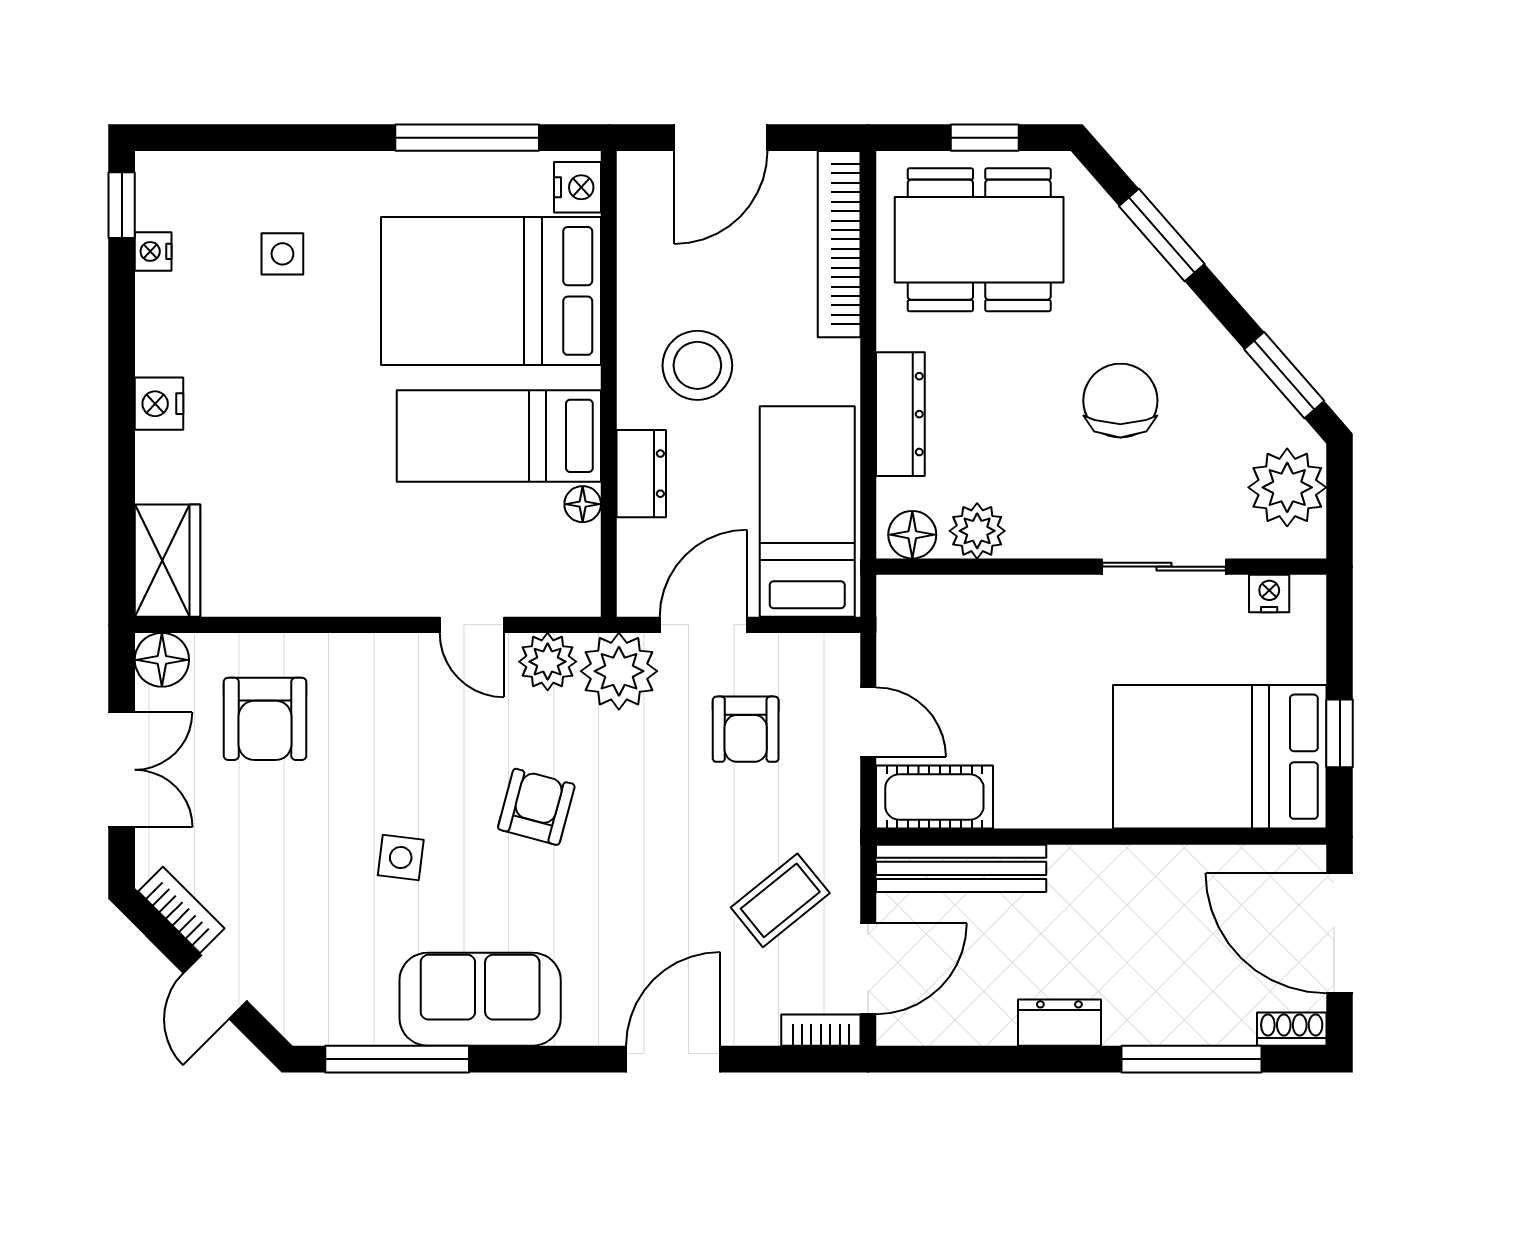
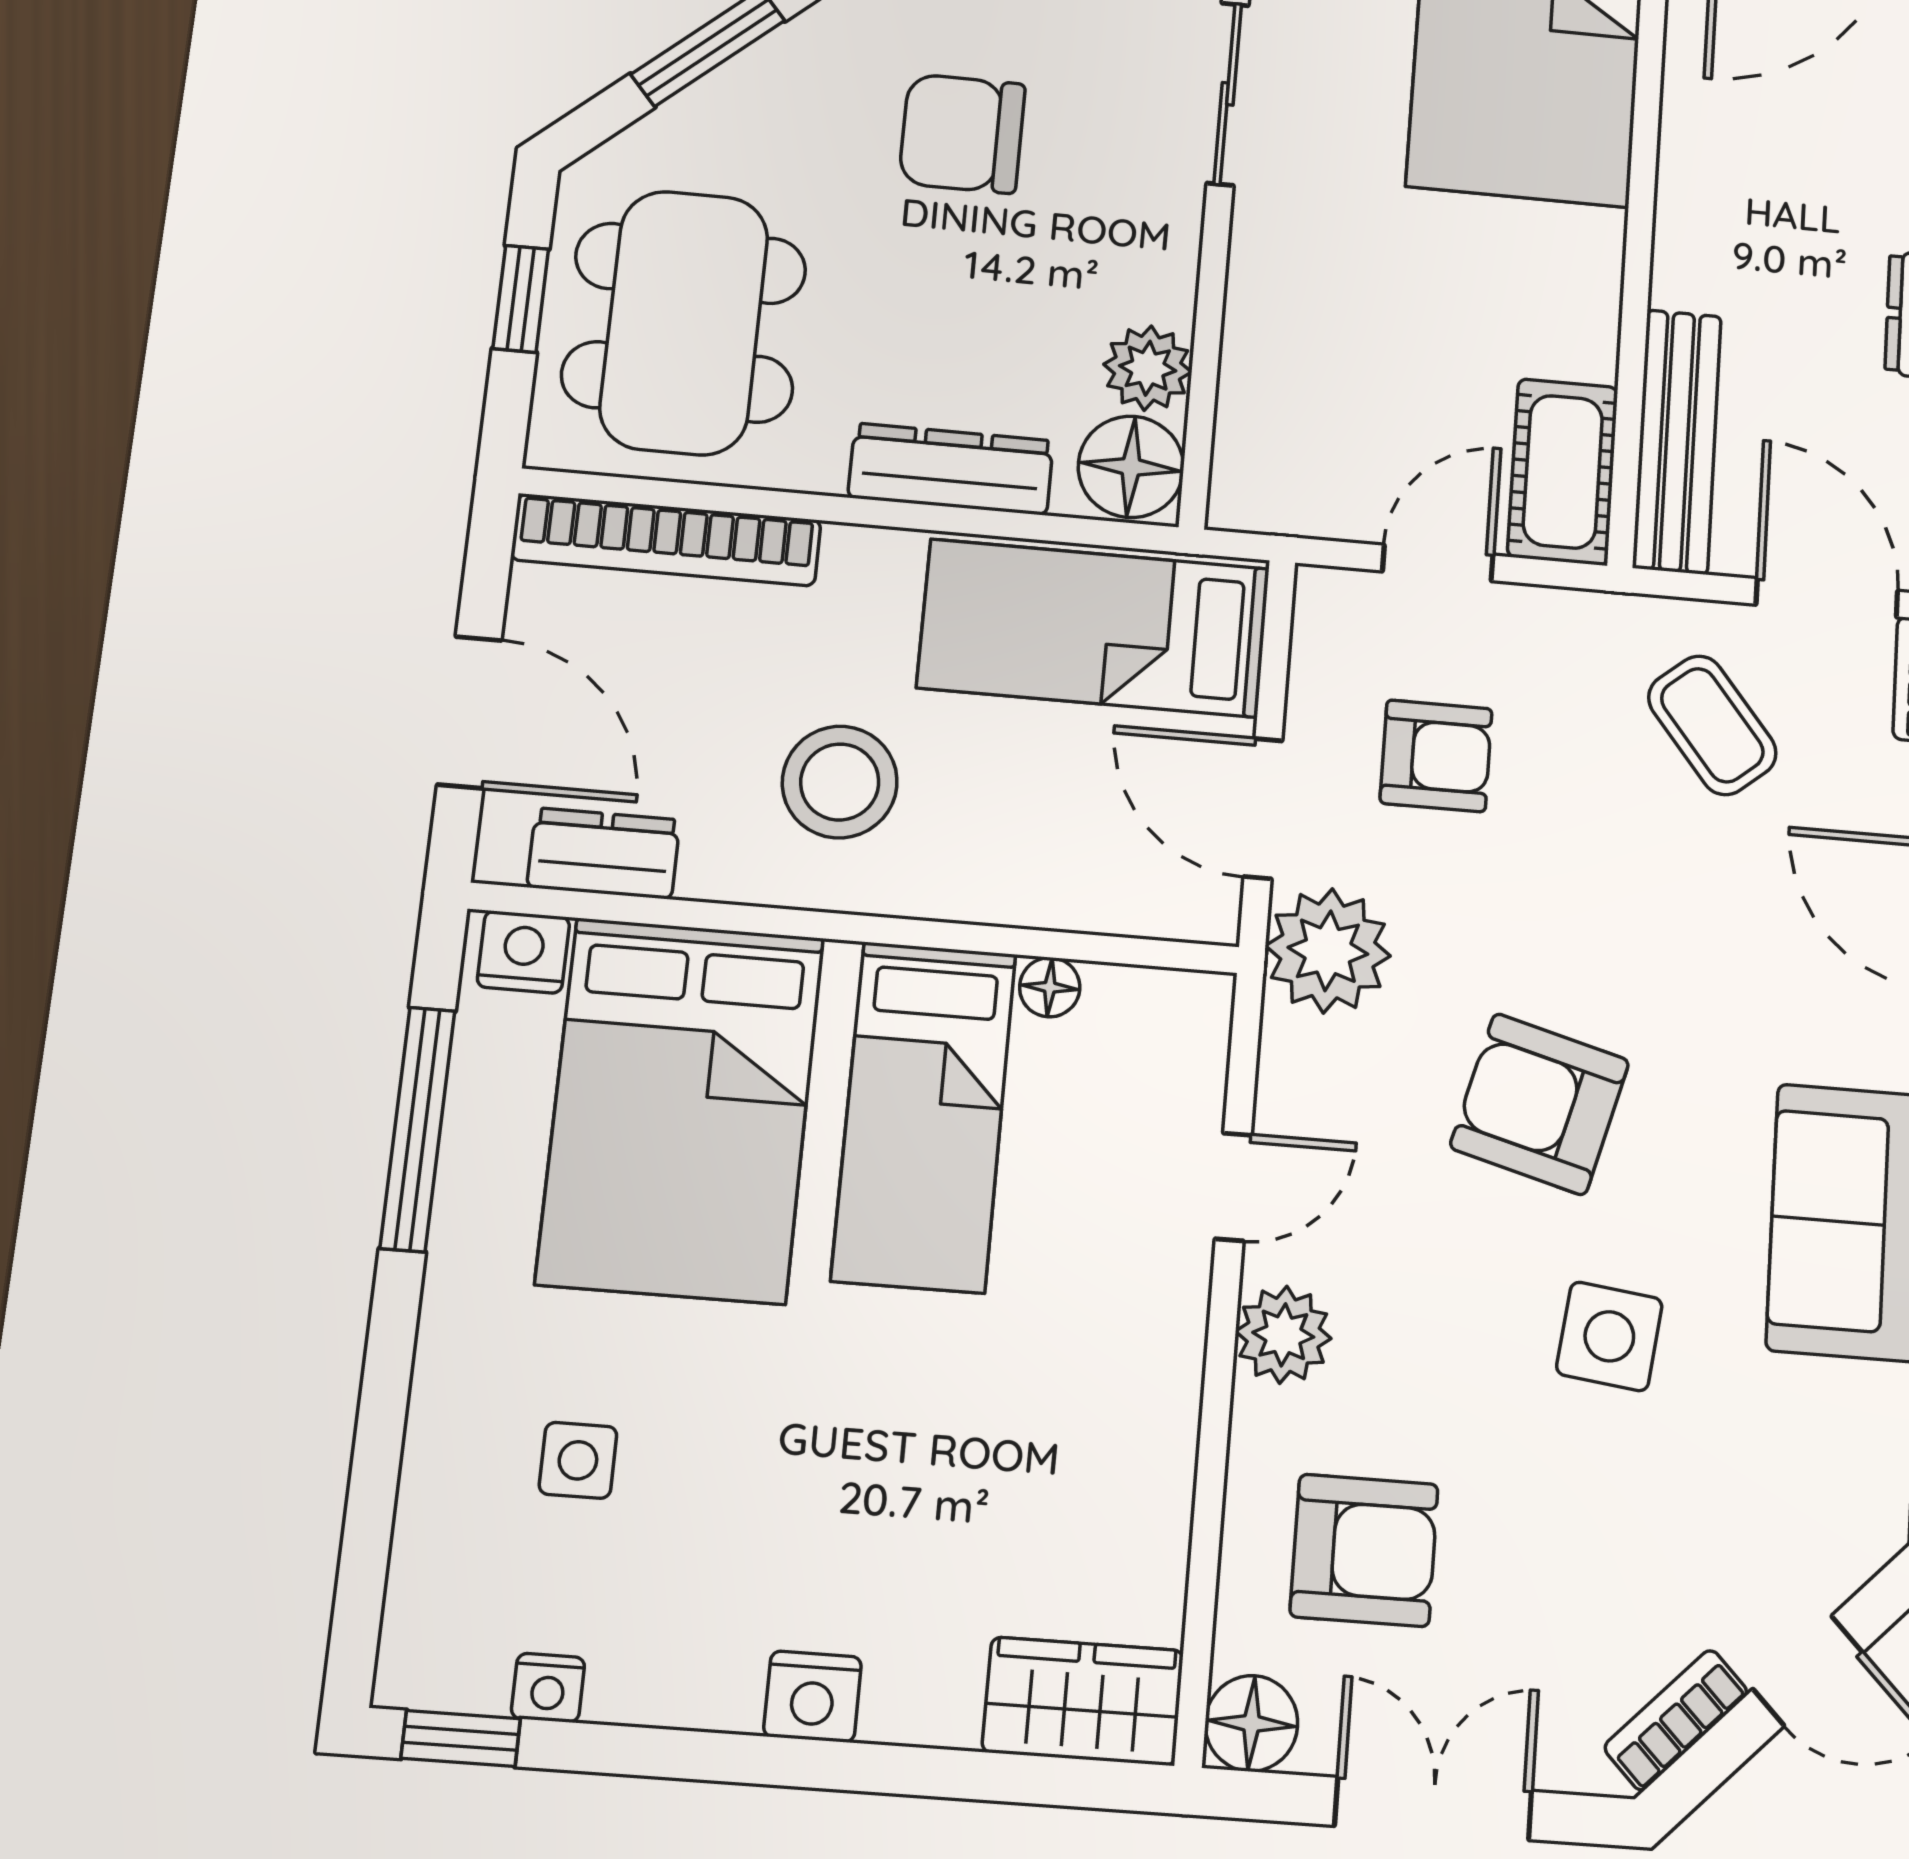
dresser: (641, 474) -> (604, 853), moved
floor lamp: (912, 535) -> (1131, 467), width x1.38, depth x1.38
plant: (548, 662) -> (1283, 1335), moved
armchair: (536, 807) -> (1540, 1104), width x1.38, depth x1.38
side table: (401, 858) -> (1609, 1336), width x1.37, depth x1.37

